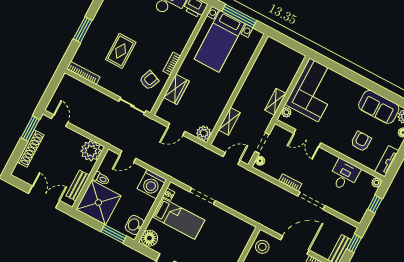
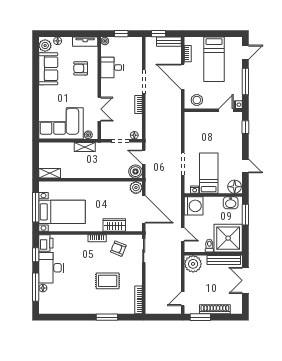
shelving: (229, 121) -> (50, 173), moved
door: (176, 129) -> (144, 209), width x1.87
boiler: (221, 142) -> (135, 172), added
bench: (78, 186) -> (224, 260), width x1.36

